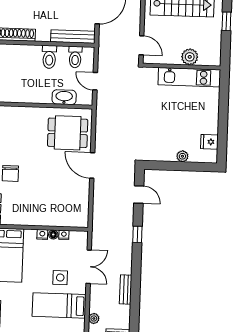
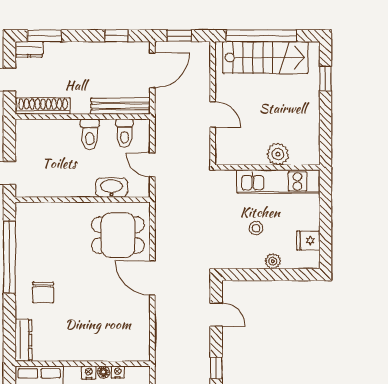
plant: (190, 57) -> (278, 154), moved
wall: (182, 67) -> (267, 167), moved
kitchen unit: (189, 77) -> (278, 181), moved
stool: (171, 131) -> (256, 228), added

